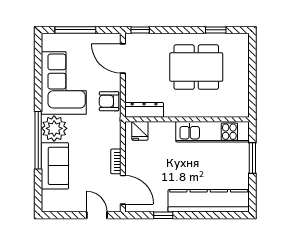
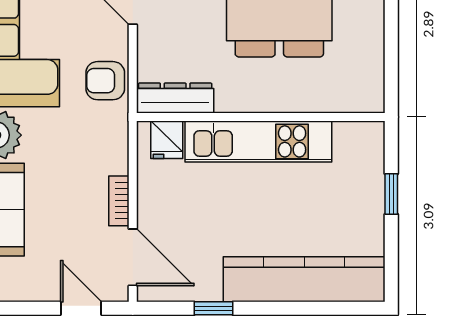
kitchen unit: (212, 132) -> (258, 141), moved
window: (252, 158) -> (391, 194), width x0.67

